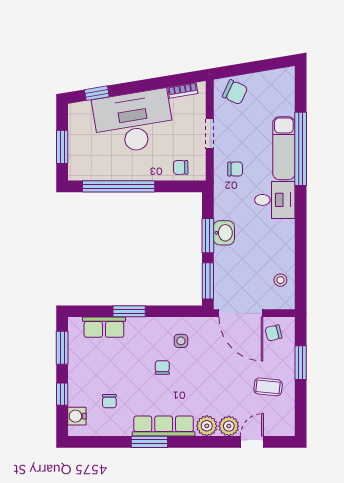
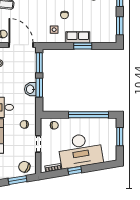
window: (247, 68) -> (18, 180), added
window: (97, 93) -> (75, 171), moved
row of seats: (104, 327) -> (78, 37), moved

